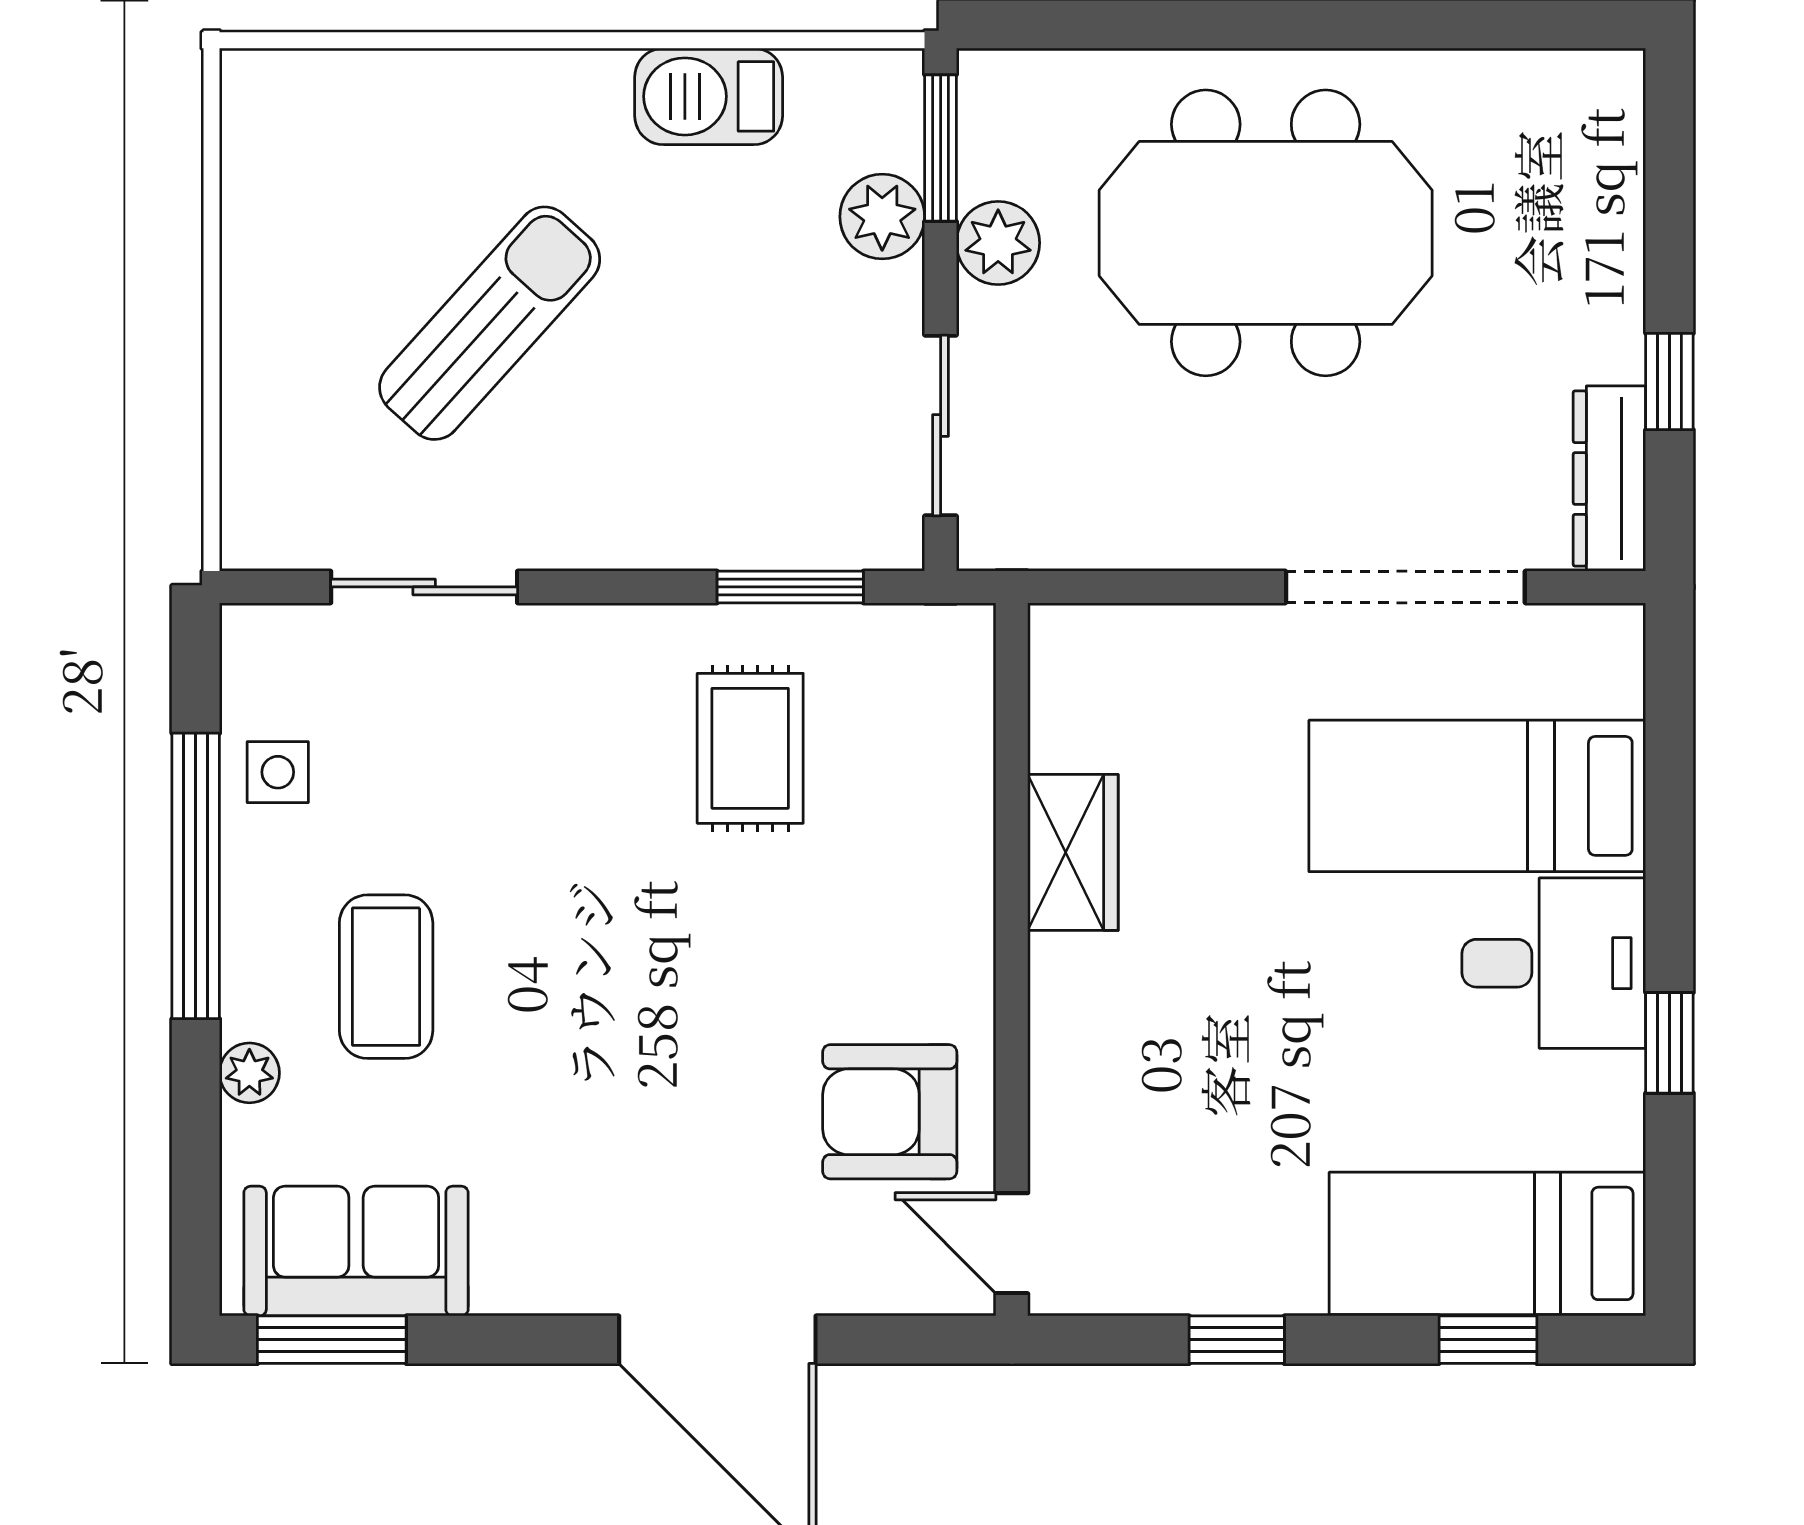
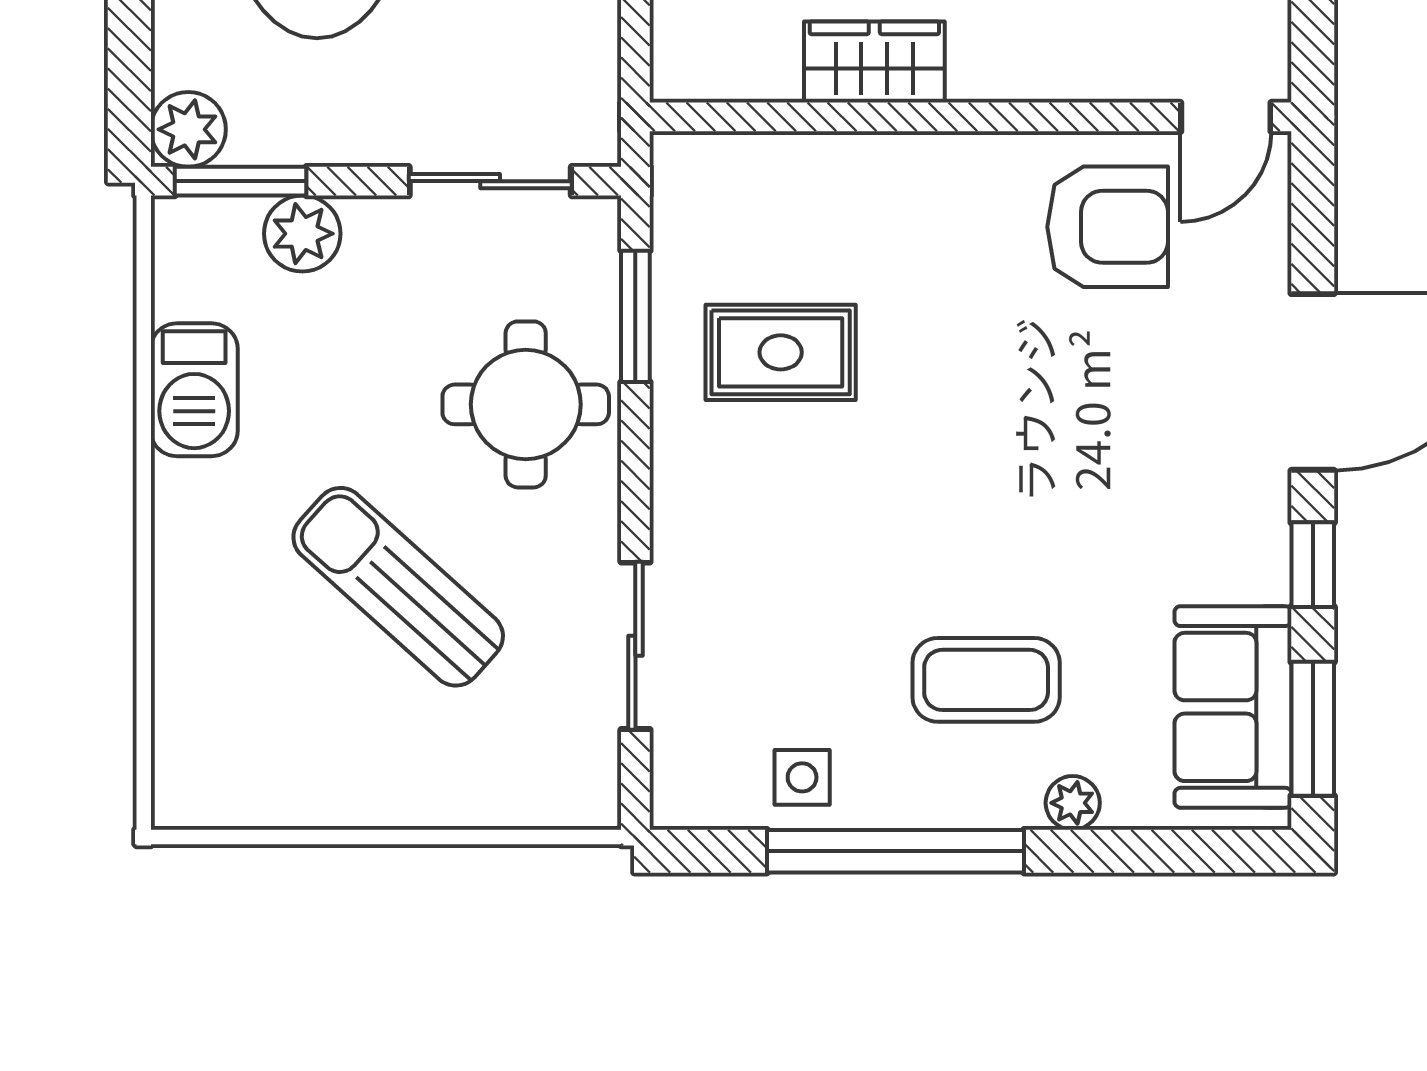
plant: (998, 243) -> (188, 129), moved
round table: (692, 465) -> (526, 404), added
armchair: (890, 1112) -> (1108, 227), turned -90
window: (514, 1340) -> (1313, 565), added

